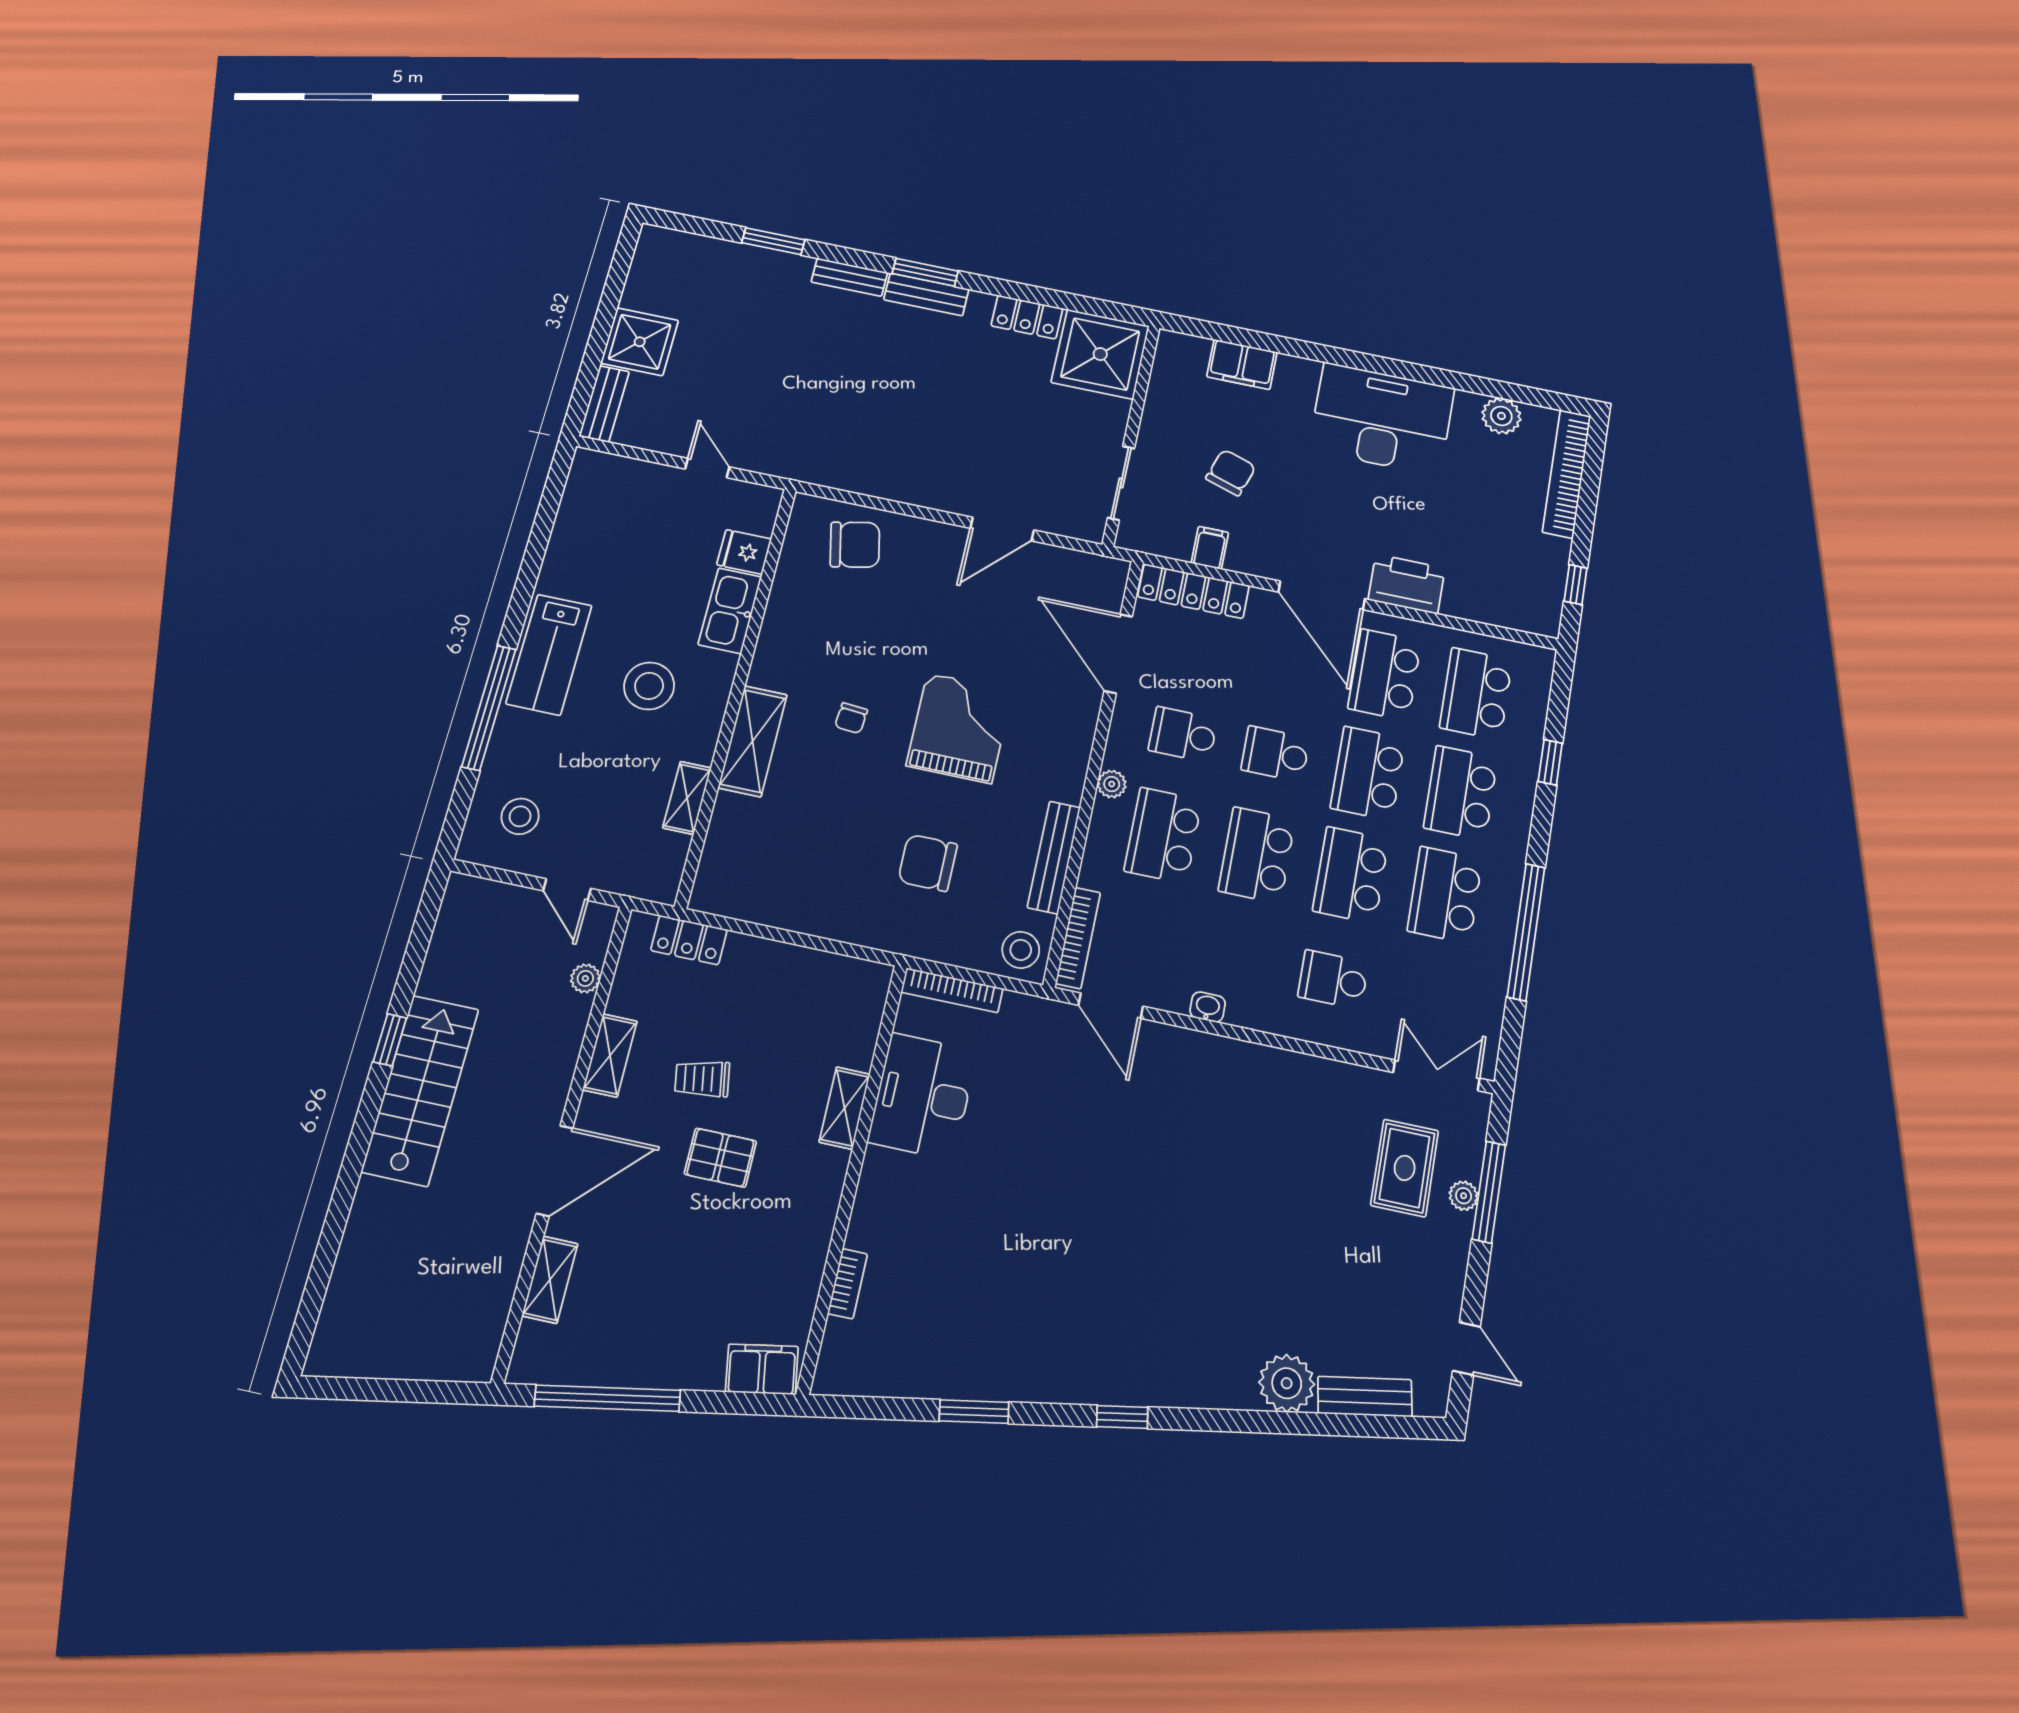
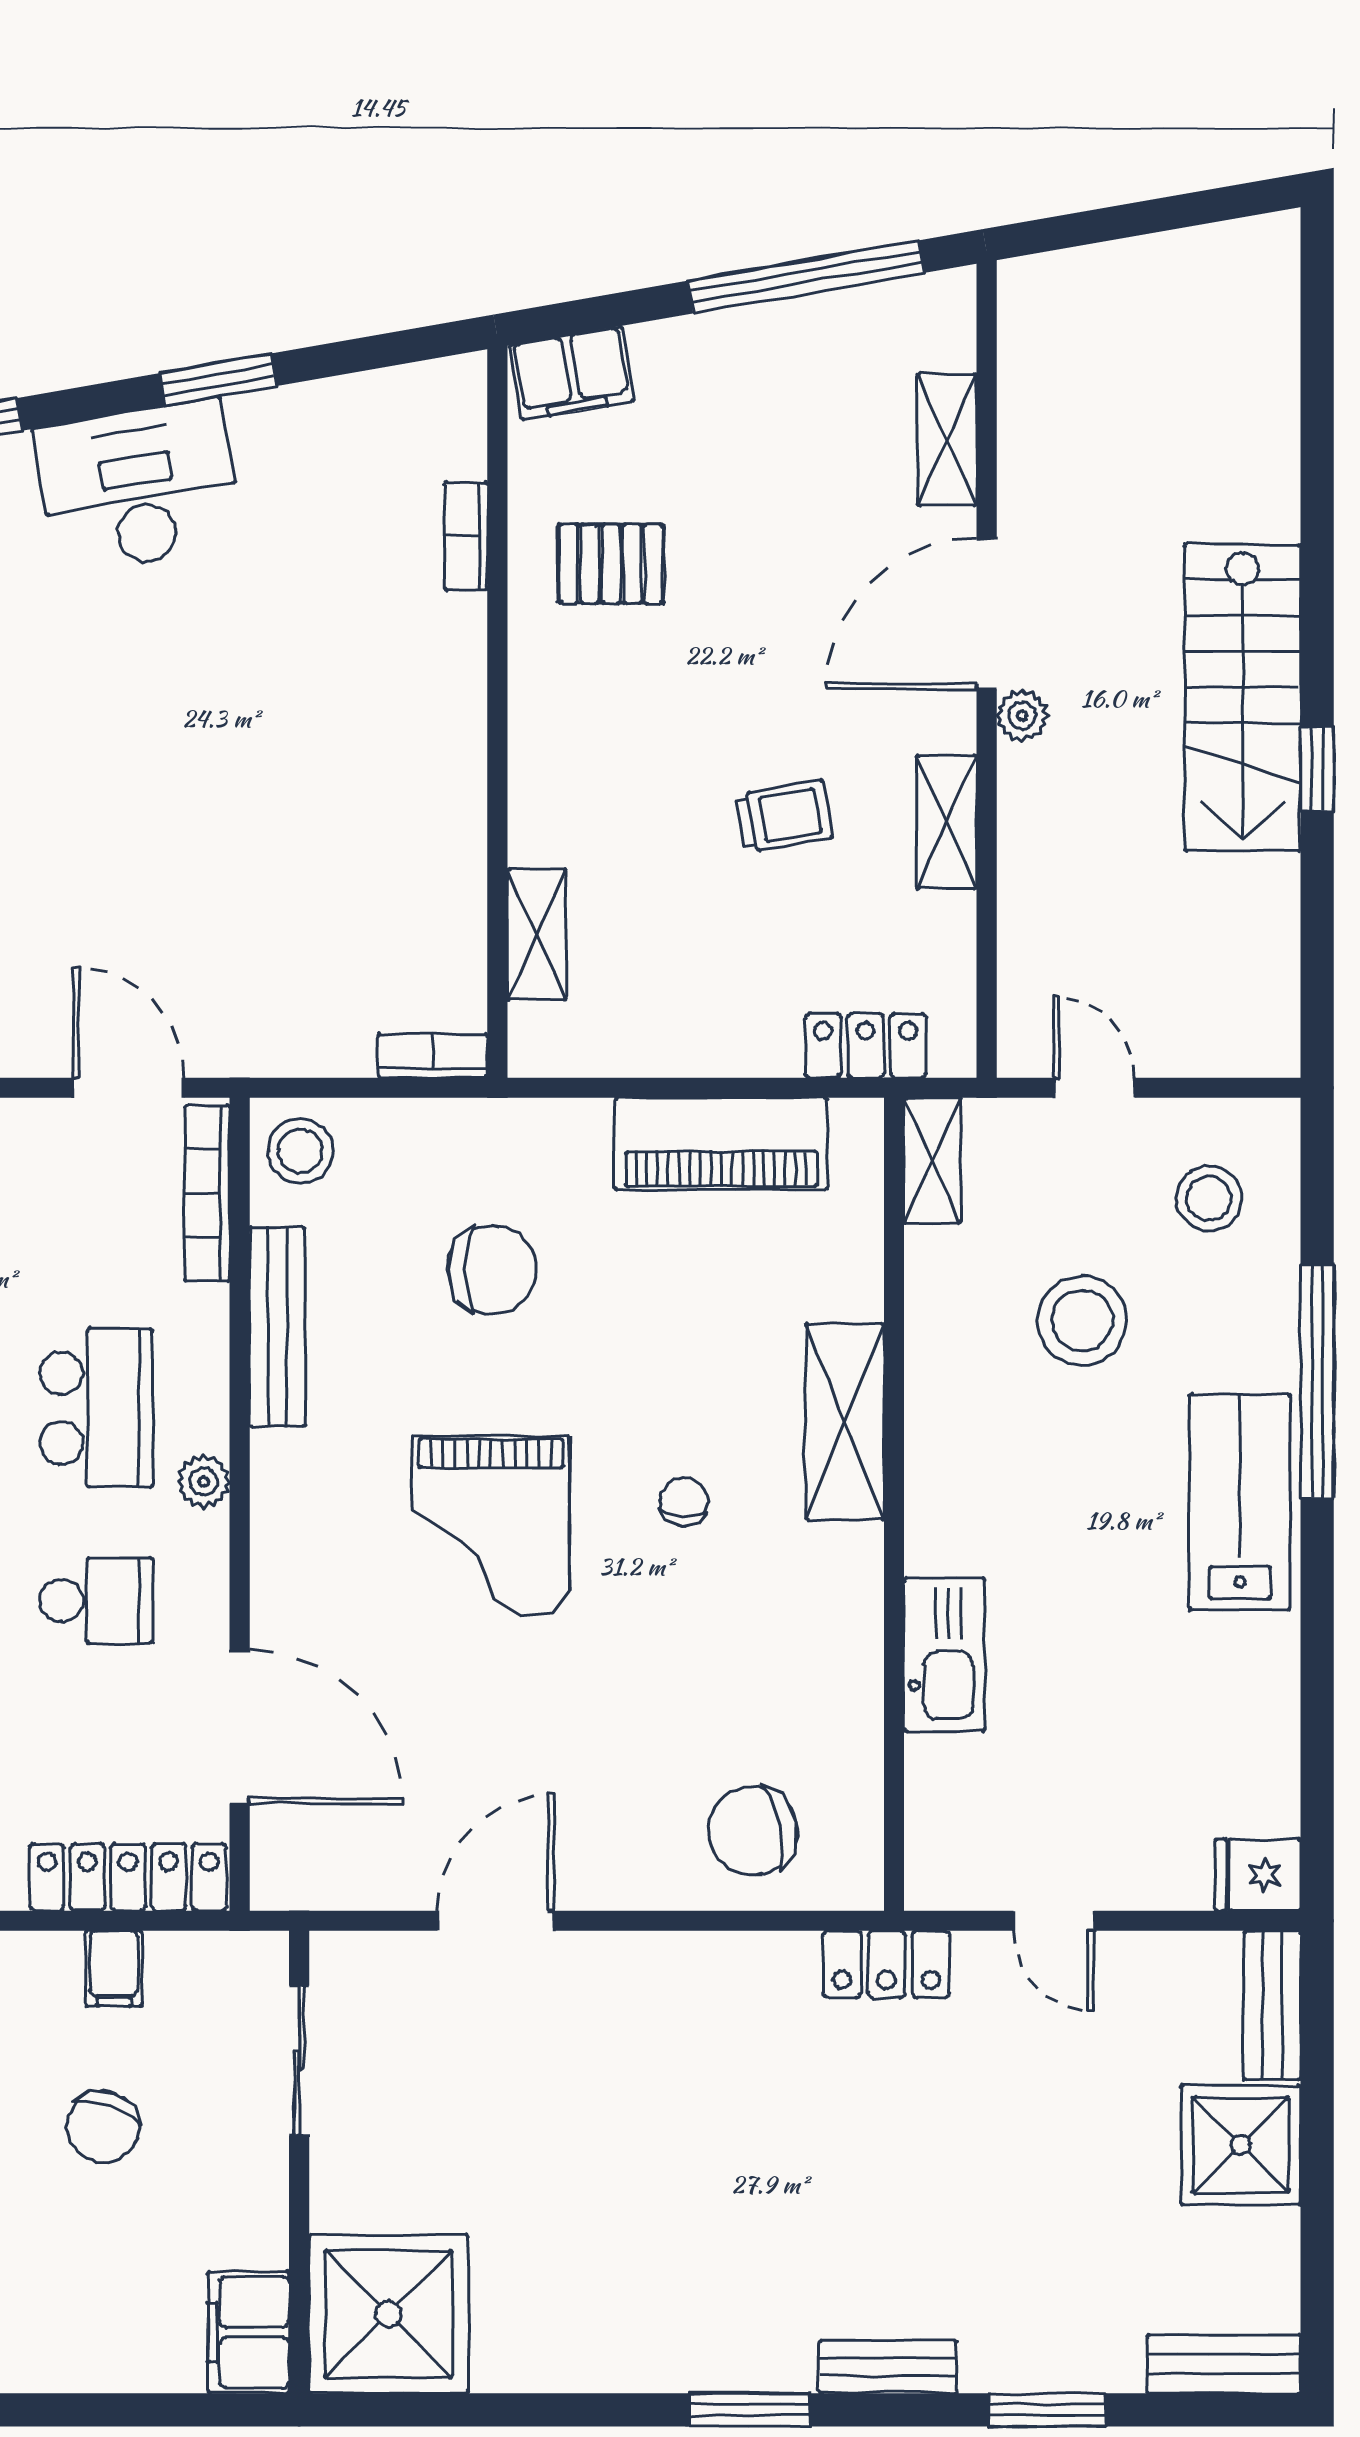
bench: (926, 294) -> (1224, 2364), moved
locker: (1027, 317) -> (887, 1964), moved, turned 180
filing cabinet: (1242, 364) -> (249, 2332), moved, turned -90
fridge: (744, 552) -> (1258, 1875), moved, turned 180
stool: (649, 686) -> (1082, 1320), moved
shelving: (687, 798) -> (932, 1160), moved
piano: (784, 904) -> (721, 1144), added
plant: (585, 978) -> (1022, 716), moved
bookcase: (952, 990) -> (433, 1056), width x0.64
desk: (923, 1096) -> (139, 487), moved, turned -100
shelving: (845, 1108) -> (537, 934), moved
pallet: (720, 1158) -> (611, 564), moved

